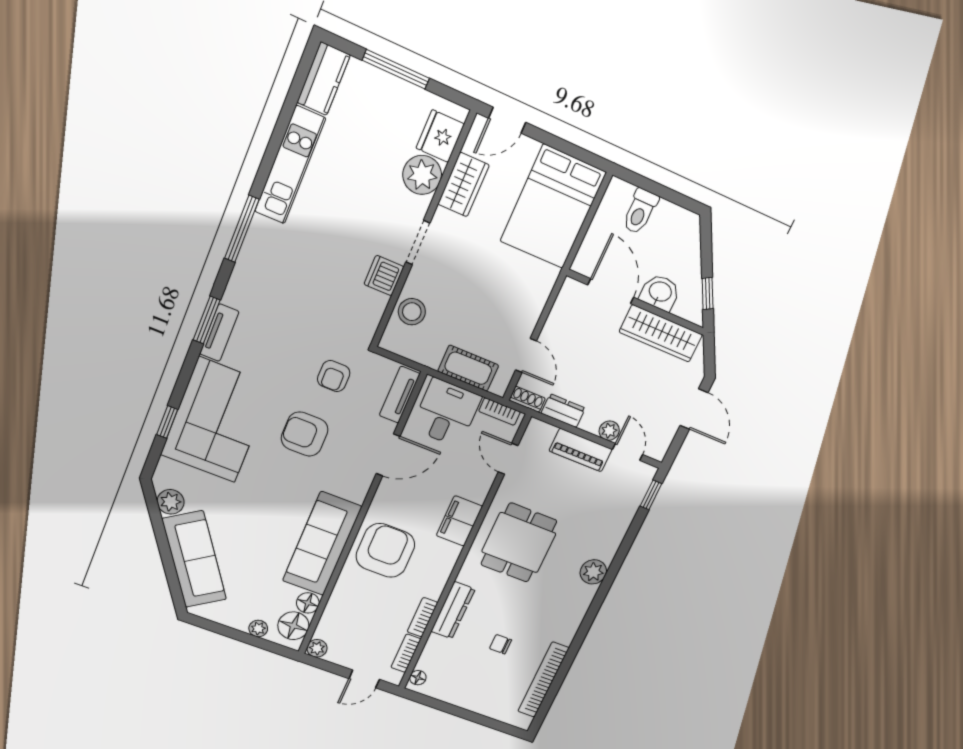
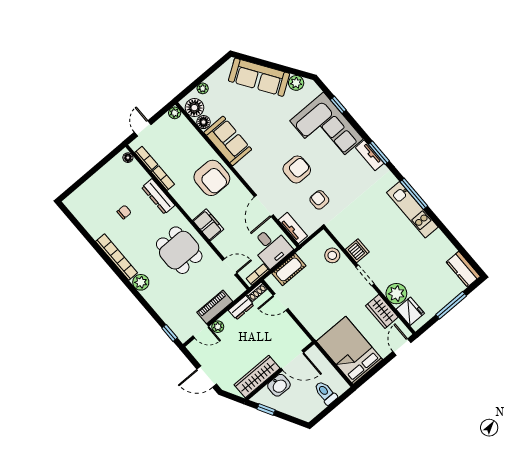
kitchen unit: (290, 165) -> (412, 210), moved
sofa: (322, 544) -> (228, 141), width x0.73
bookcase: (543, 680) -> (117, 257), moved

